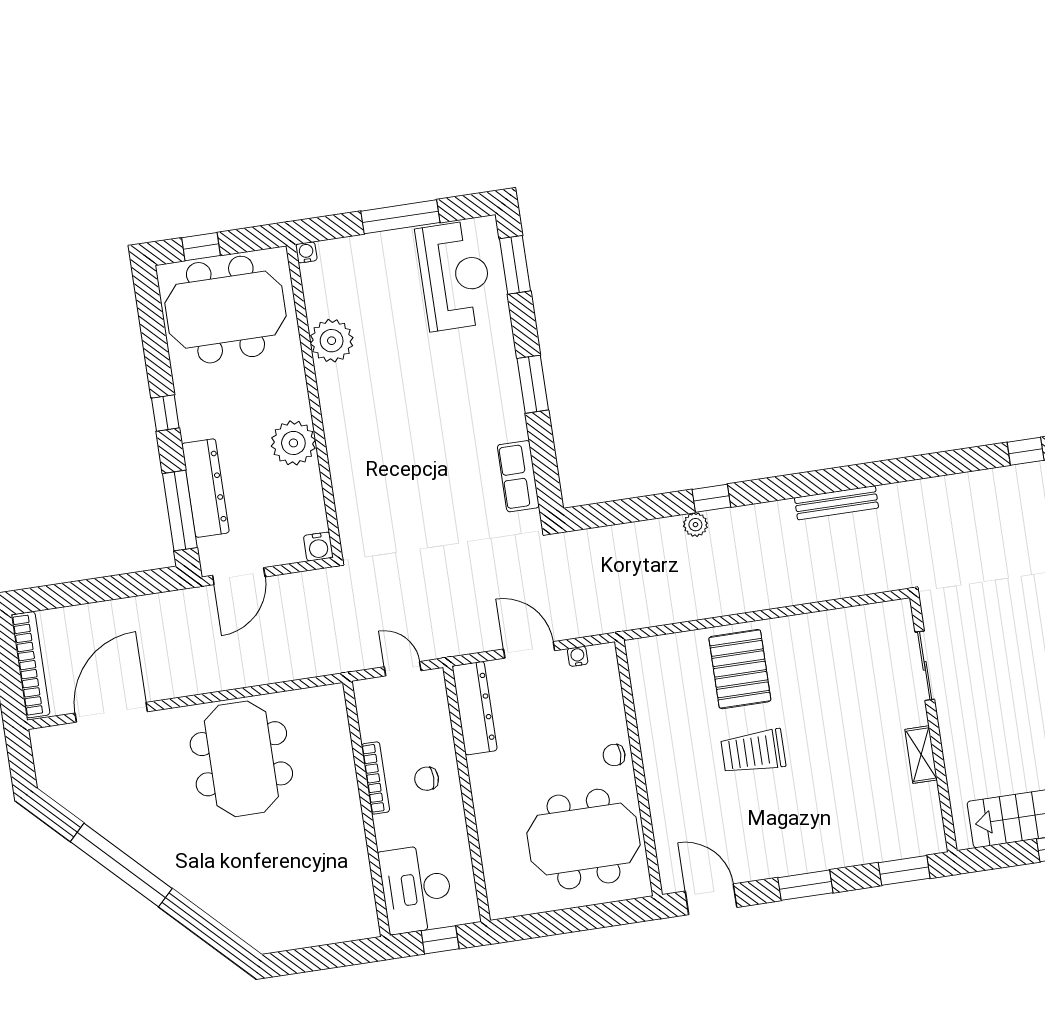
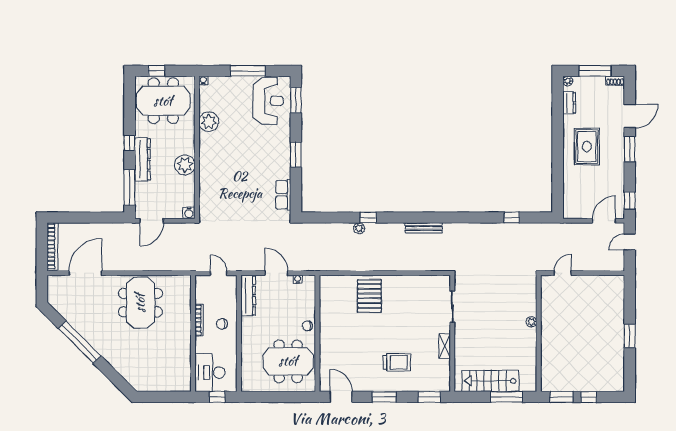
dresser: (205, 488) -> (142, 159), moved
trolley: (753, 752) -> (397, 362), moved, turned 180

